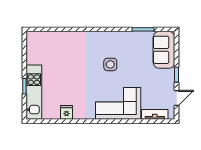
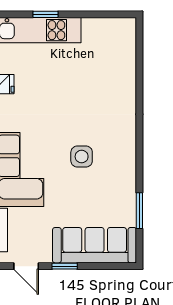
sofa: (164, 50) -> (95, 245), width x1.36

